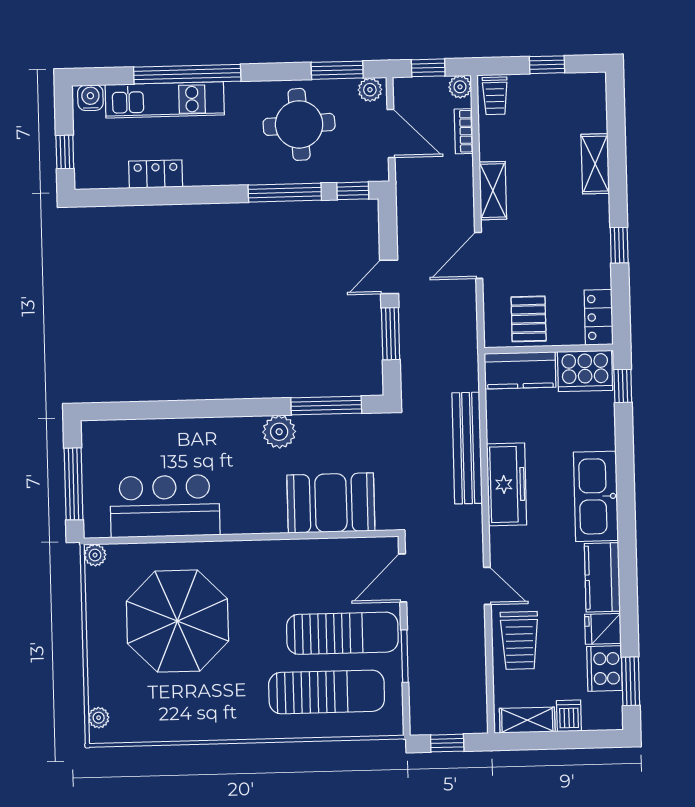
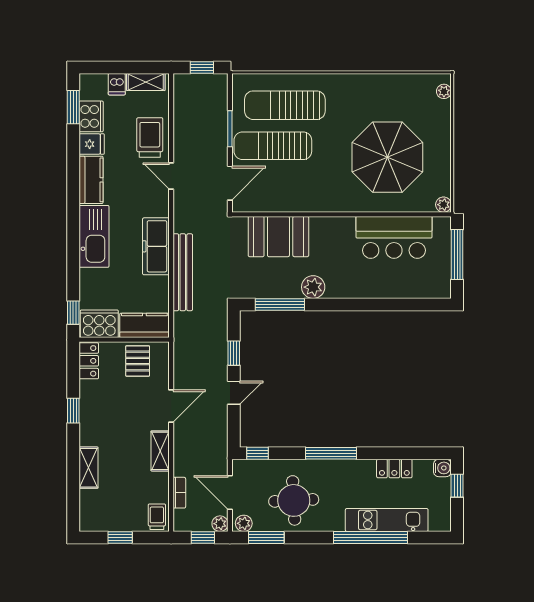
plant: (460, 87) -> (220, 524), moved
water cooler: (90, 98) -> (442, 468), moved, turned -90
window: (285, 193) -> (331, 453), moved
window: (391, 334) -> (234, 353), width x0.67

